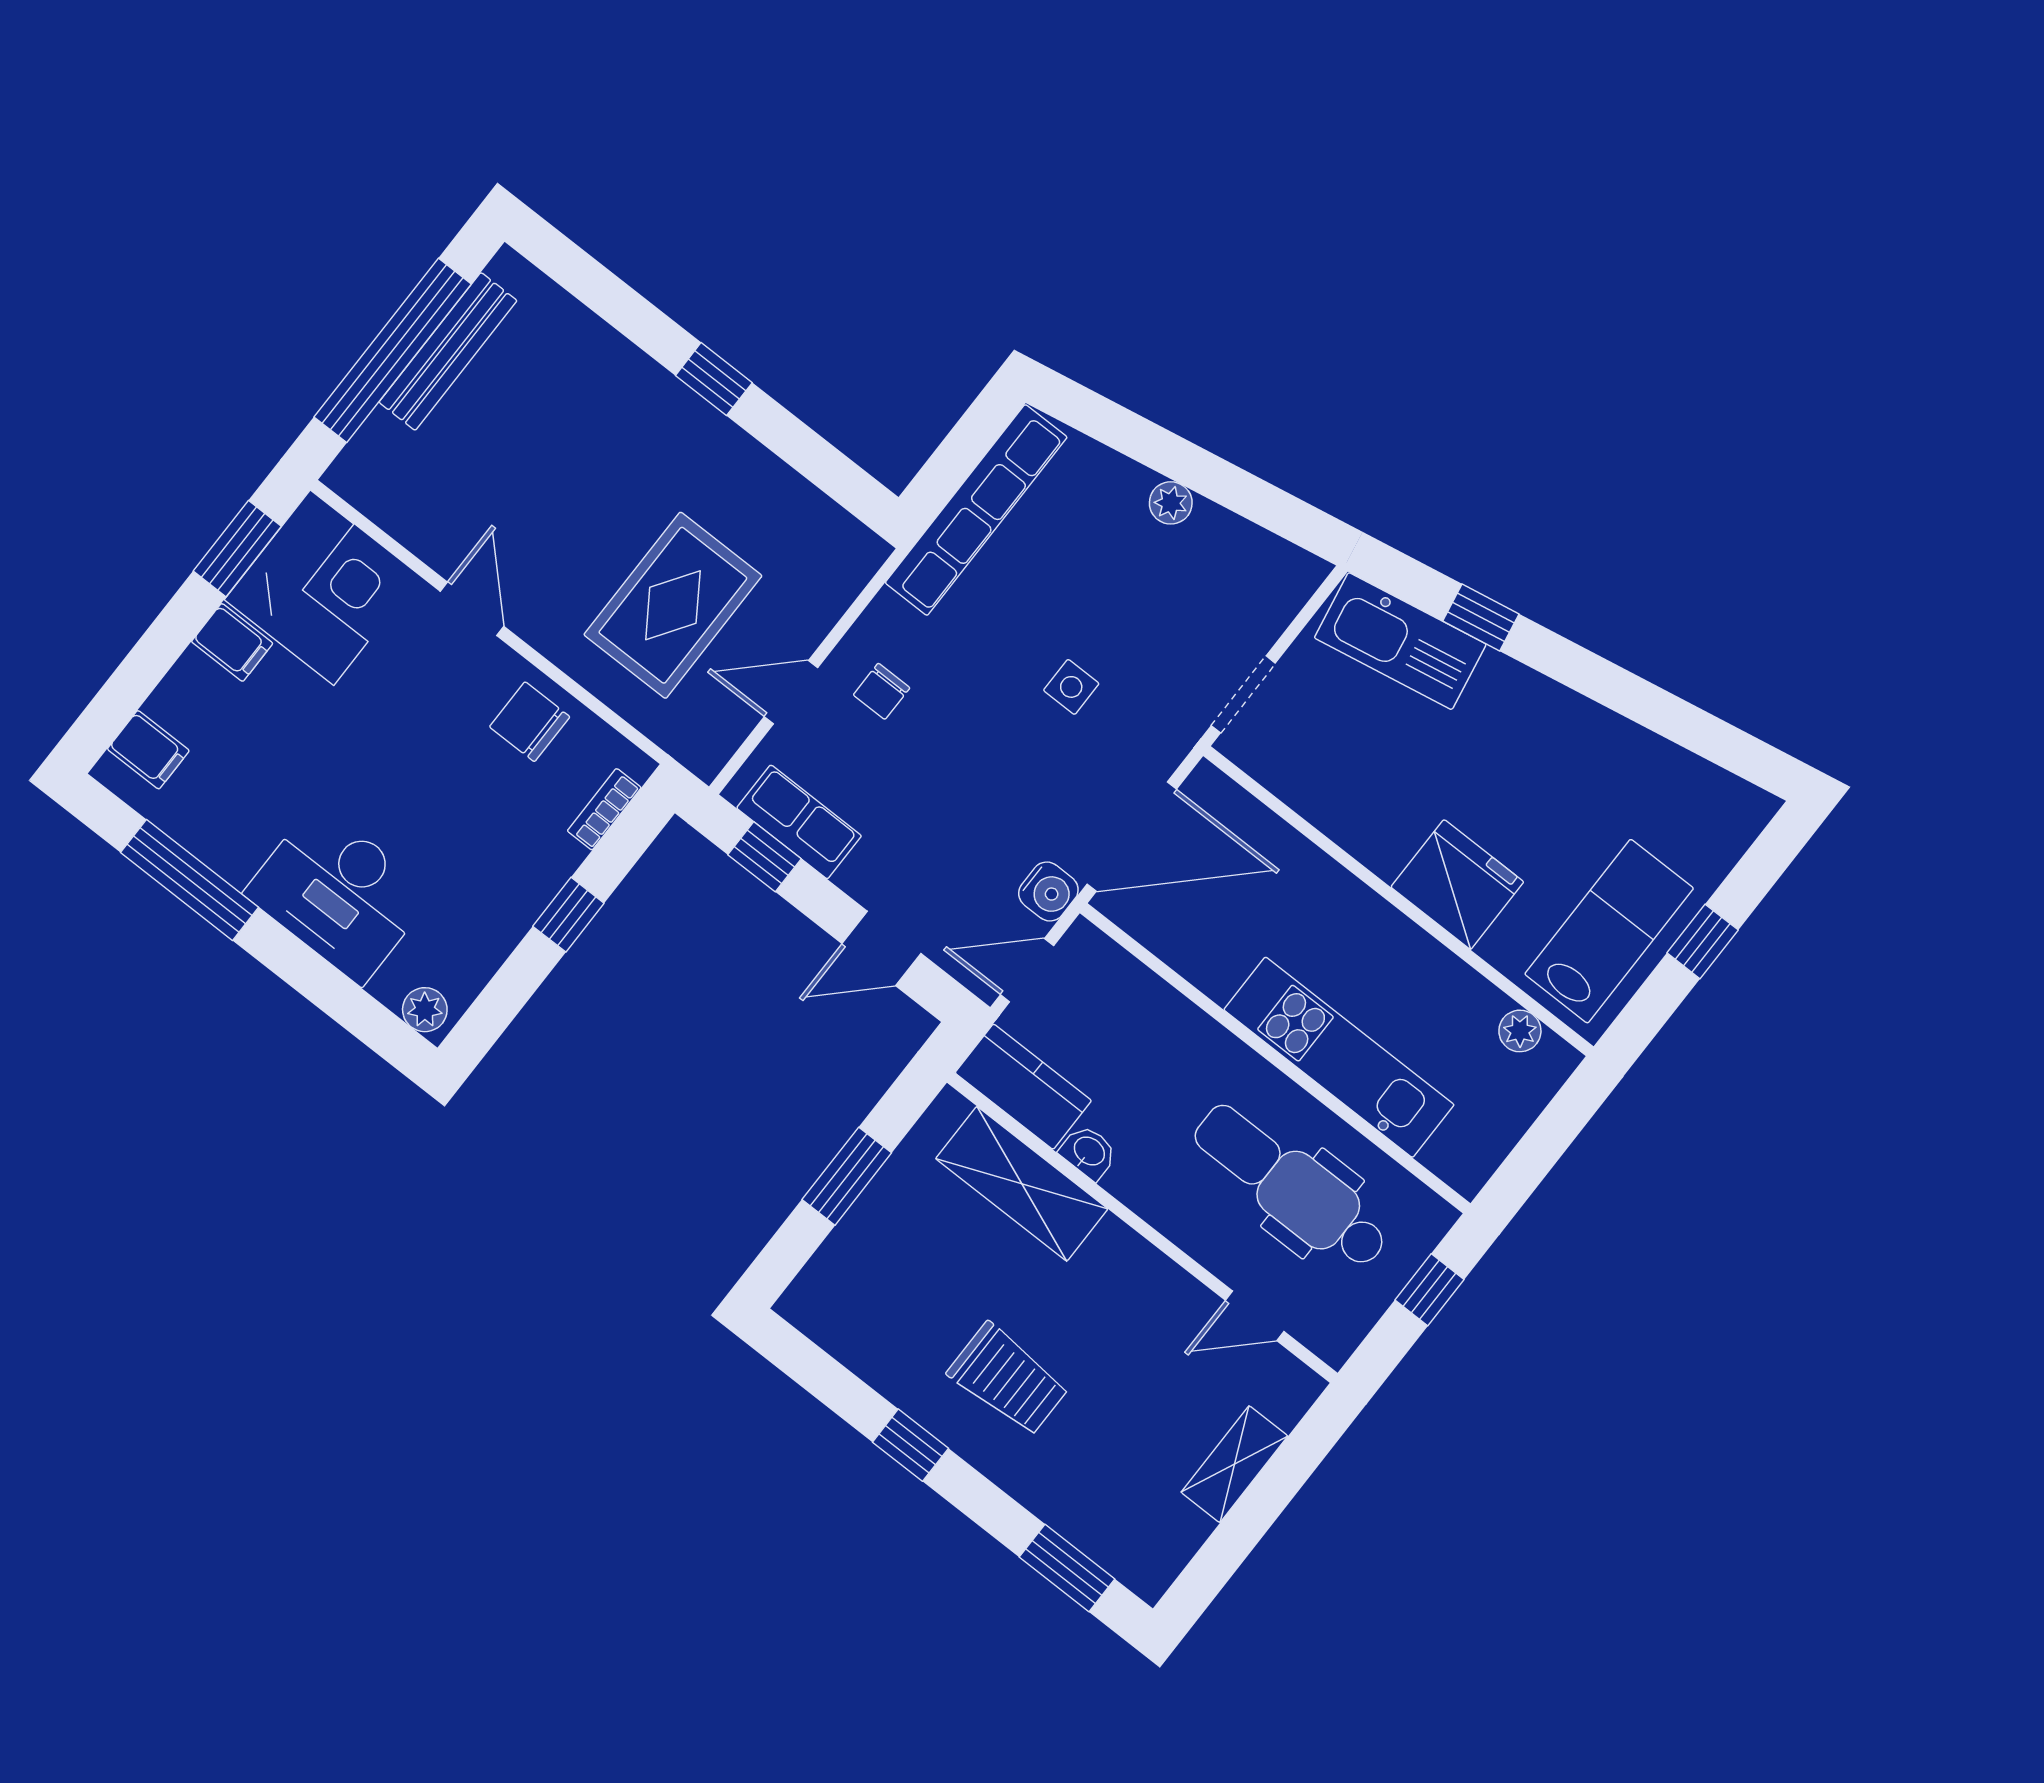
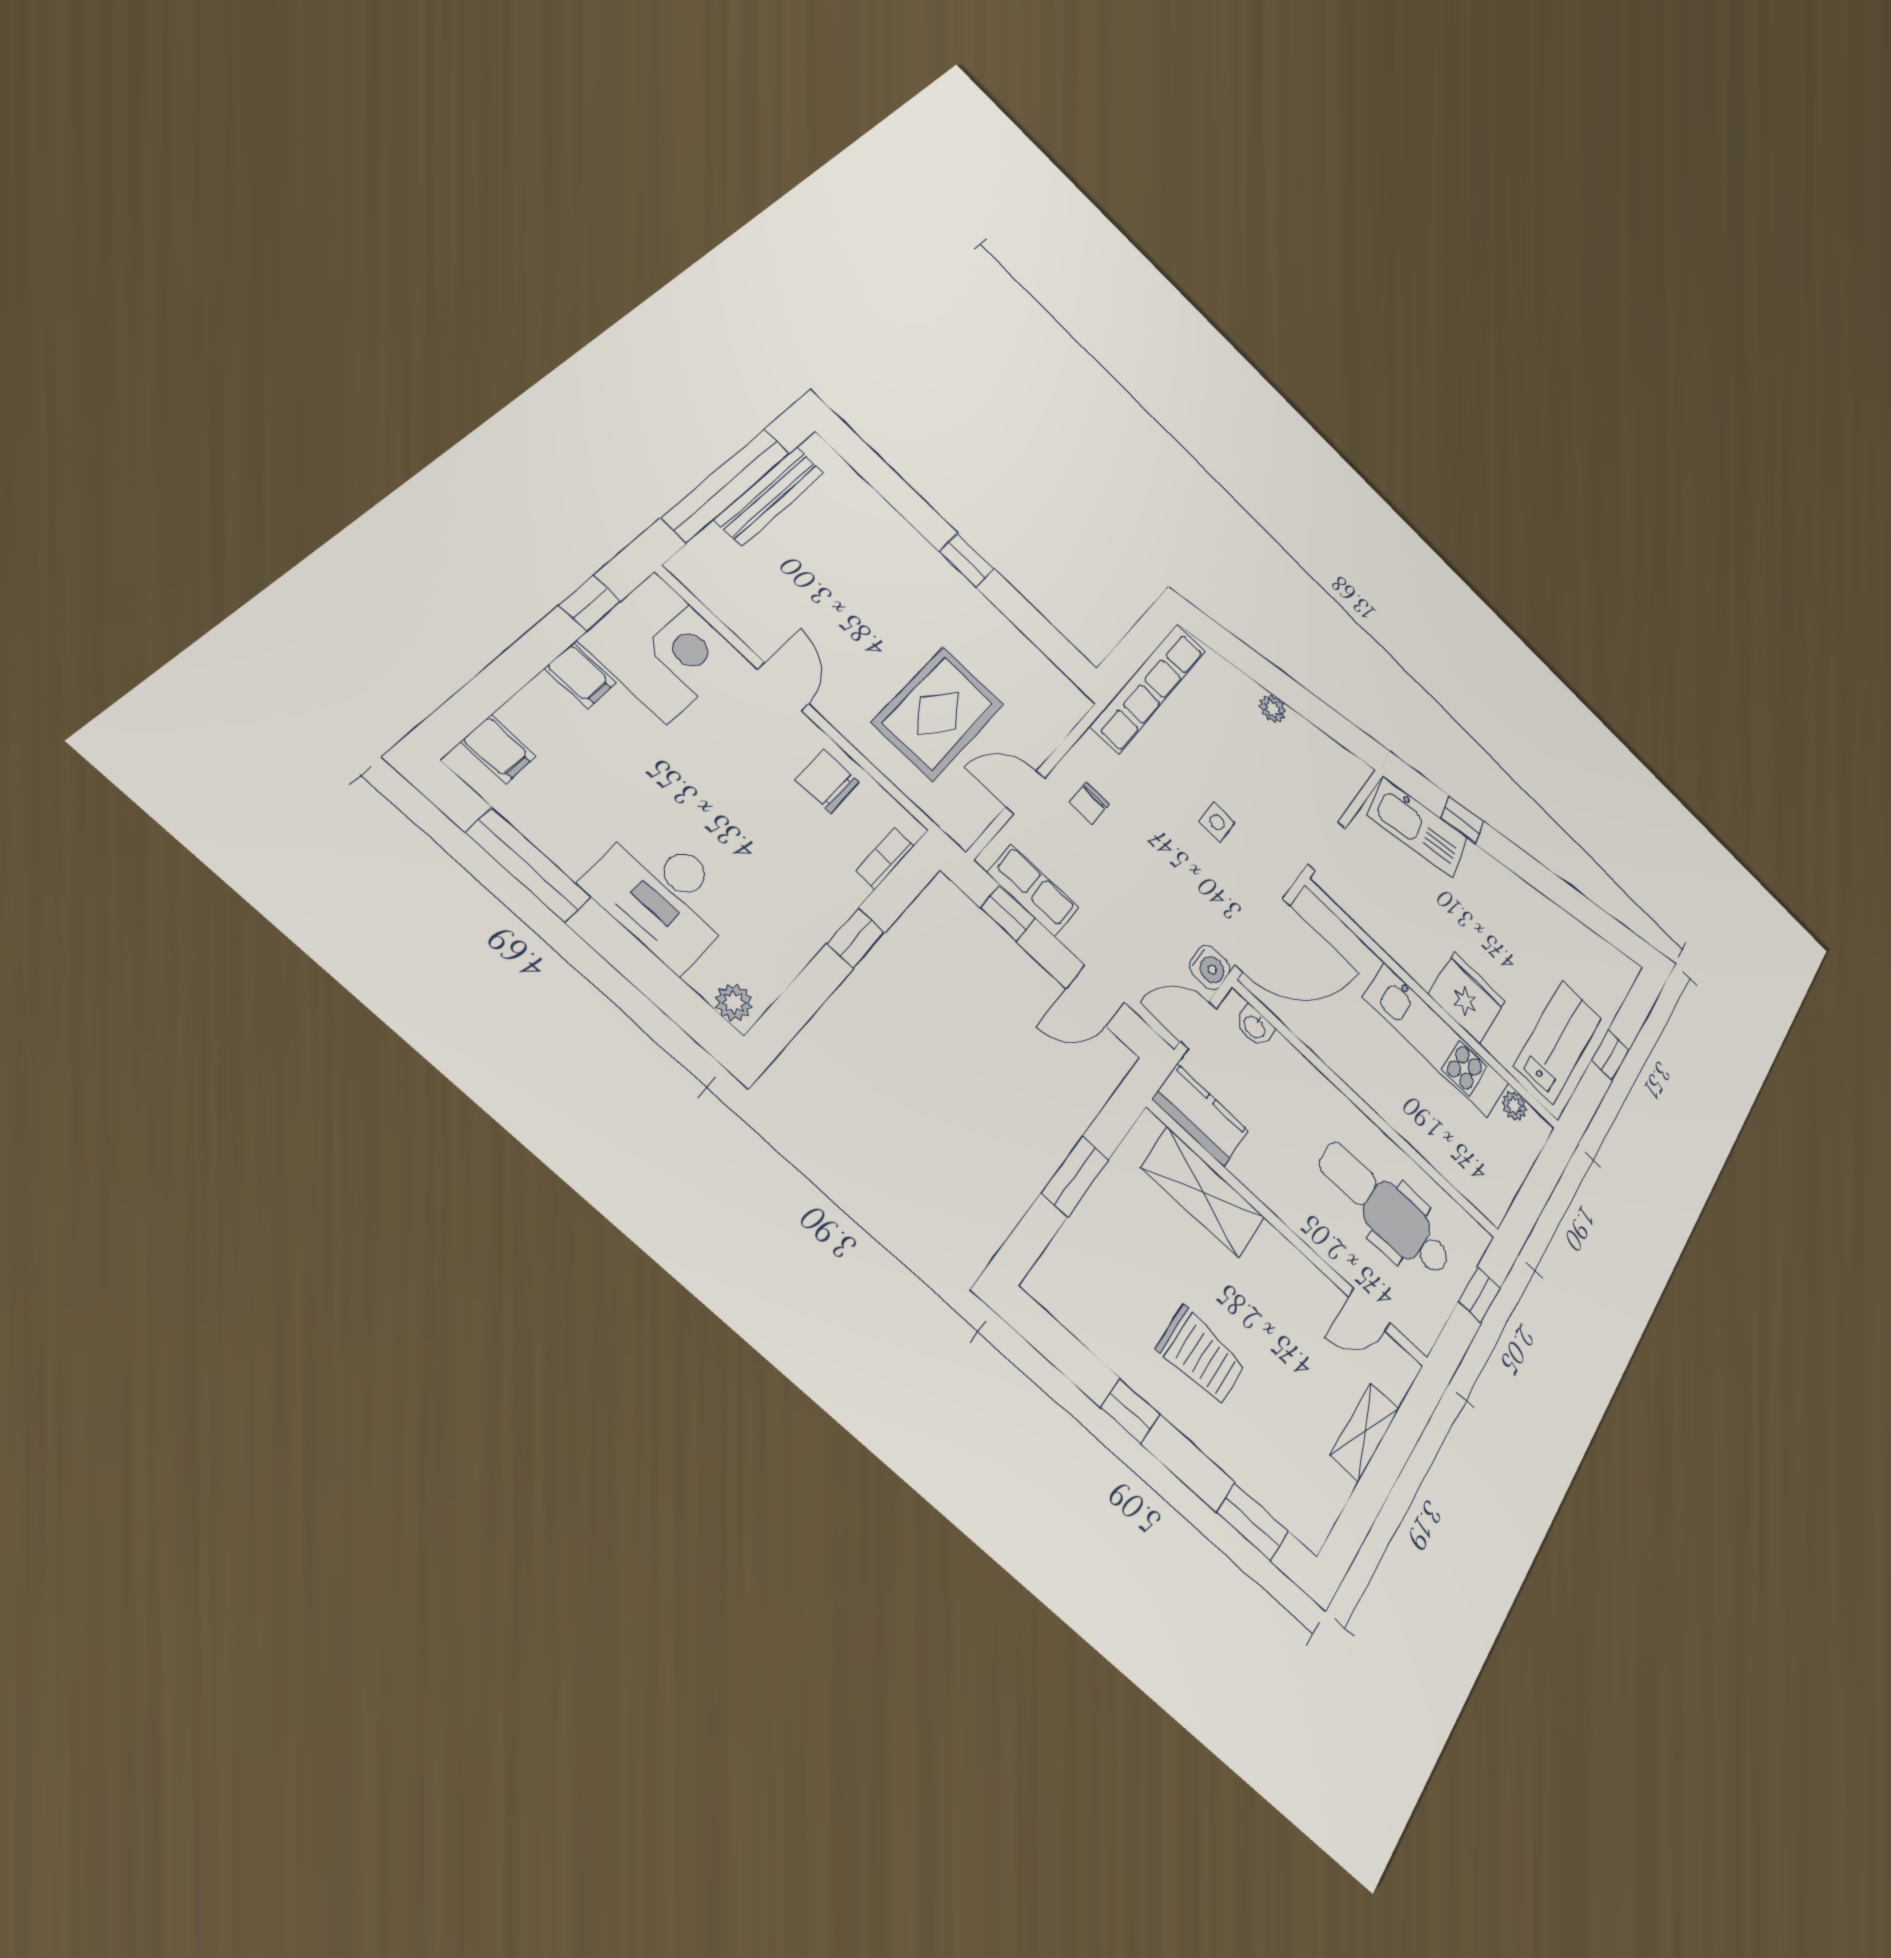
window: (237, 549) -> (590, 603), width x0.67
kitchen unit: (1339, 1057) -> (1436, 1040), moved, turned 180
washbasin: (1089, 1152) -> (1255, 1026), moved, turned 180

